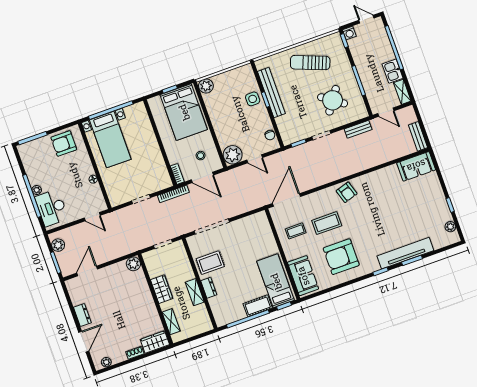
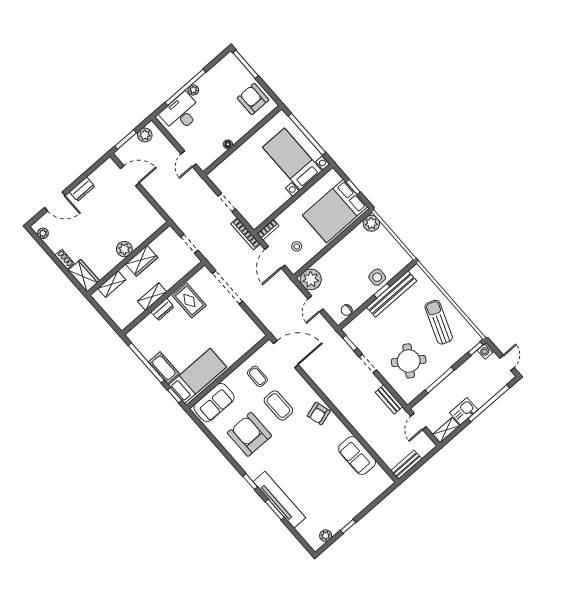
bed with nightstands: (110, 140) -> (292, 159), moved, turned 90
sofa: (416, 166) -> (357, 455), moved
plant: (133, 264) -> (124, 249), moved

